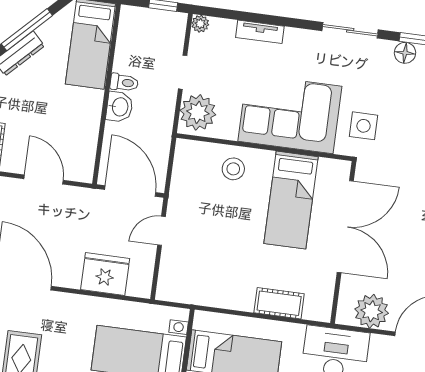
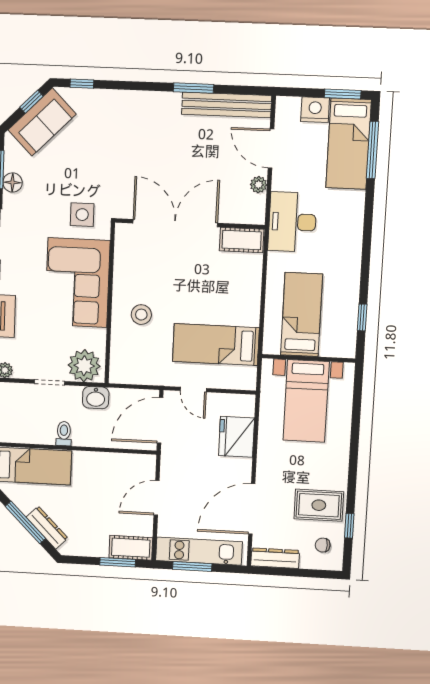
washbasin: (119, 107) -> (96, 398), moved, turned 180
stool: (233, 169) -> (141, 315), moved
bed: (291, 200) -> (216, 345), moved, turned 180
cot: (279, 303) -> (242, 240), moved, turned 90
plant: (372, 311) -> (258, 185), width x0.53, depth x0.53

